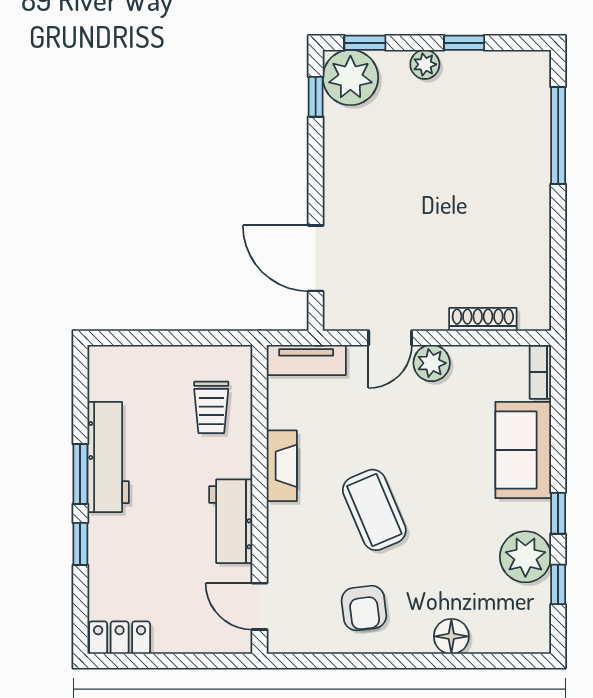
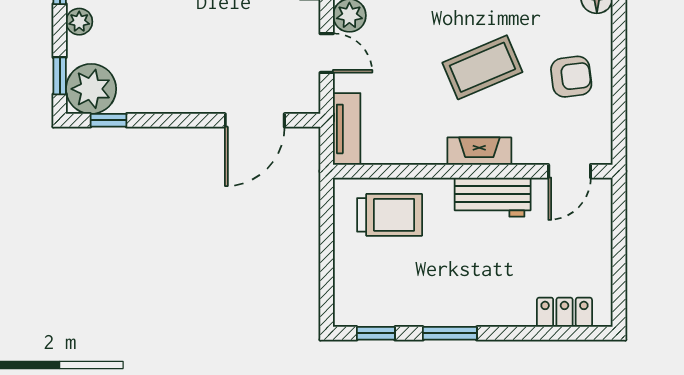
trolley: (211, 407) -> (390, 215), width x1.36, depth x1.39
workbench: (108, 457) -> (434, 308), removed
fireplace: (282, 466) -> (479, 151), moved
window: (80, 544) -> (376, 333), moved
locker: (120, 638) -> (564, 312), moved, turned 90

